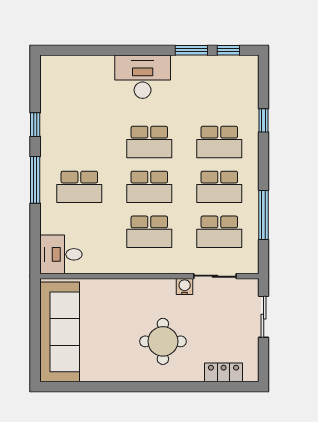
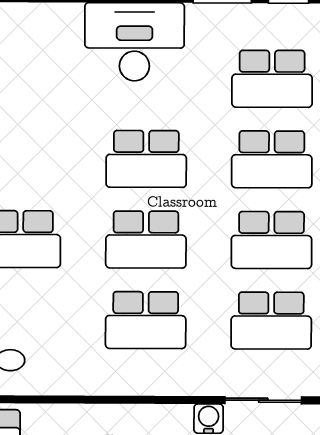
school desk: (219, 97) -> (272, 79), added

